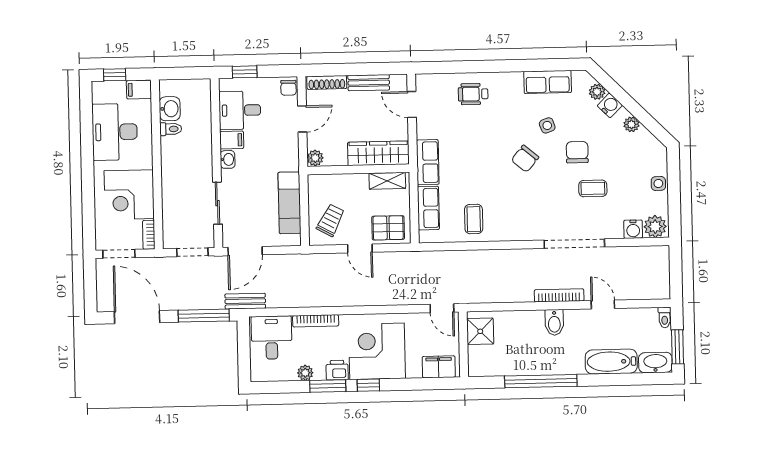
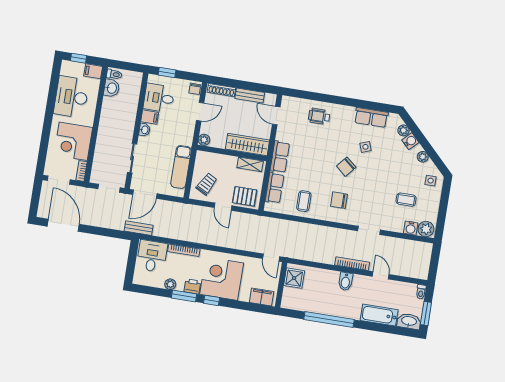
toilet: (171, 129) -> (114, 74), moved
chair: (577, 152) -> (339, 200), moved, turned -90
side table: (658, 183) -> (431, 181), moved
coffee table: (593, 188) -> (406, 200), moved
doorway: (574, 244) -> (369, 230), width x0.53
window: (204, 316) -> (109, 233), removed

